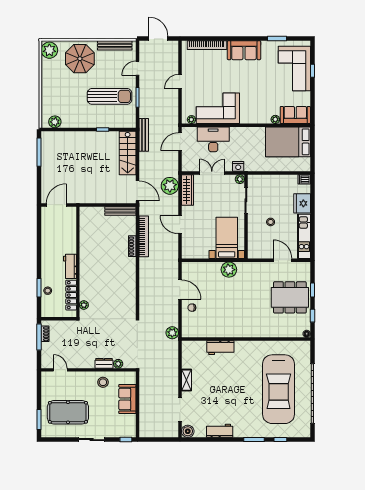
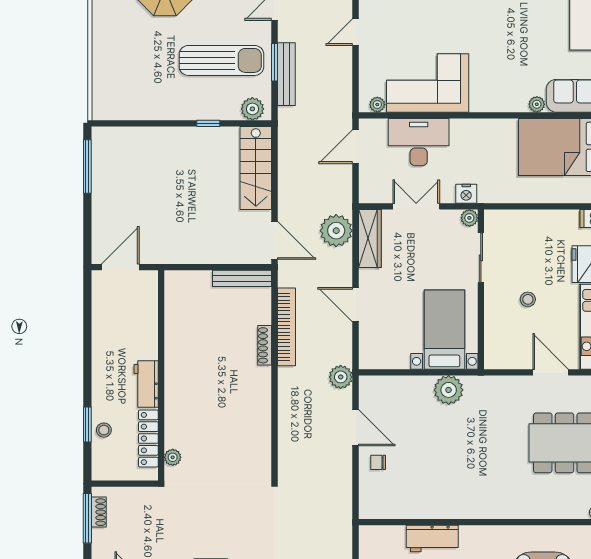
plant: (55, 122) -> (252, 109), moved
bench: (144, 135) -> (286, 74), moved
plant: (172, 333) -> (341, 377), moved

